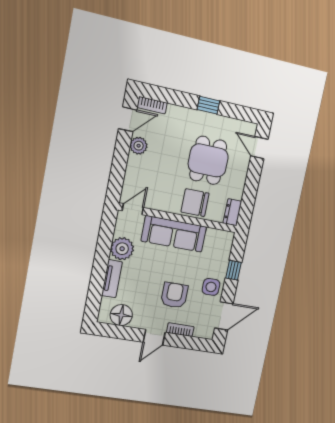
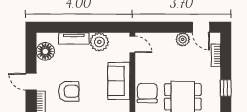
bookcase: (152, 105) -> (216, 55), moved
sofa: (174, 234) -> (119, 81), width x0.73

